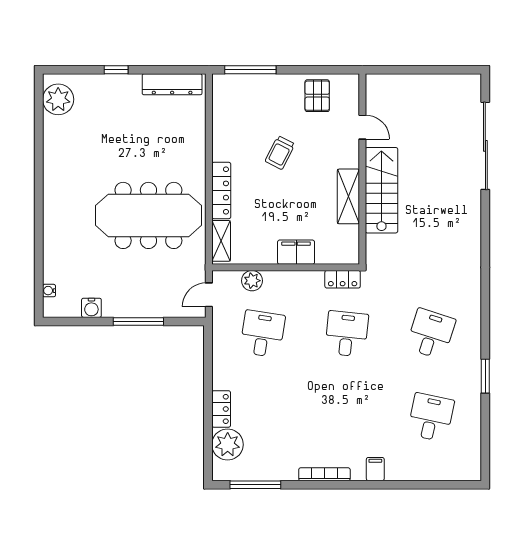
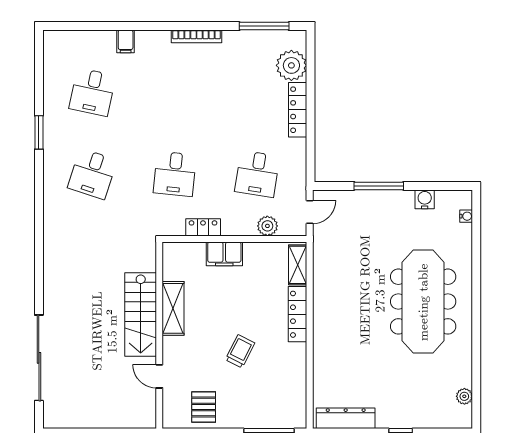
plant: (58, 99) -> (464, 396), width x0.53, depth x0.53
meeting table: (148, 215) -> (423, 302), moved, turned 90
locker: (343, 279) -> (203, 227), moved
locker: (221, 409) -> (298, 110), width x1.53
filing cabinet: (375, 469) -> (126, 41), moved

